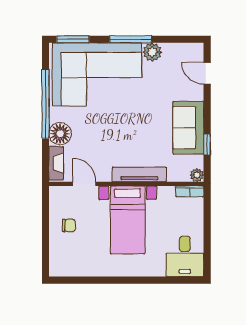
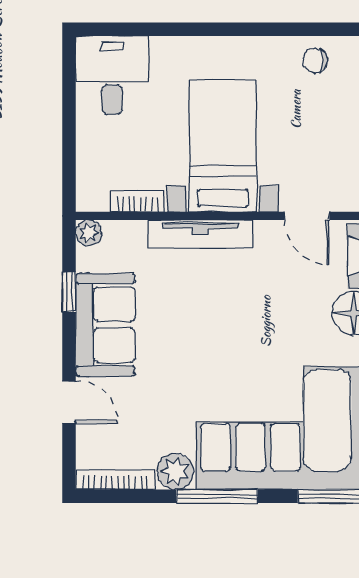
bookcase: (183, 48) -> (115, 480), added
door: (207, 73) -> (69, 402), moved
bookcase: (190, 191) -> (138, 201), moved
chair: (69, 225) -> (315, 61), moved

